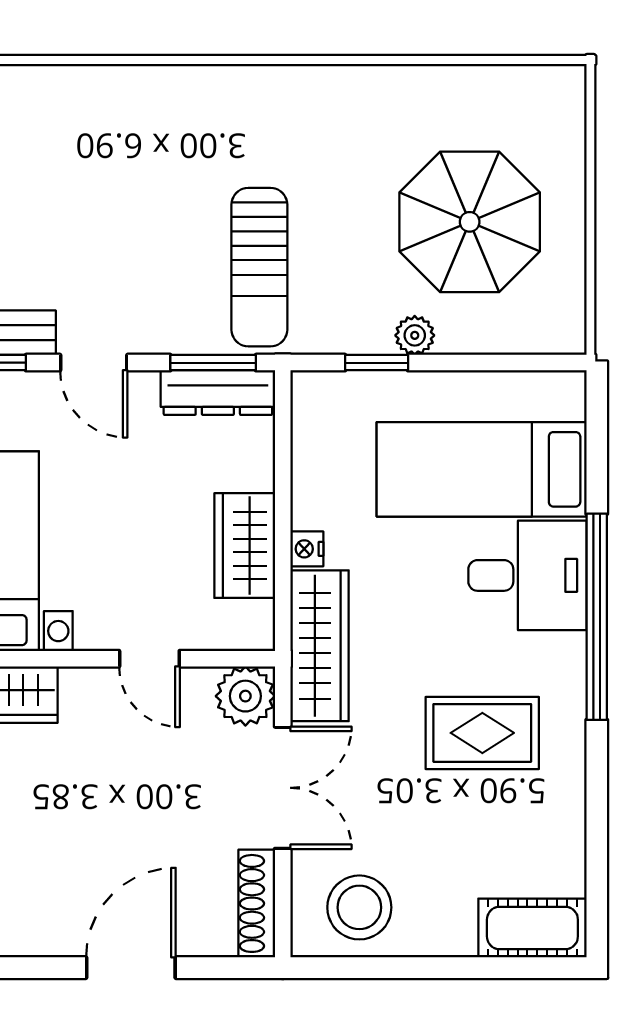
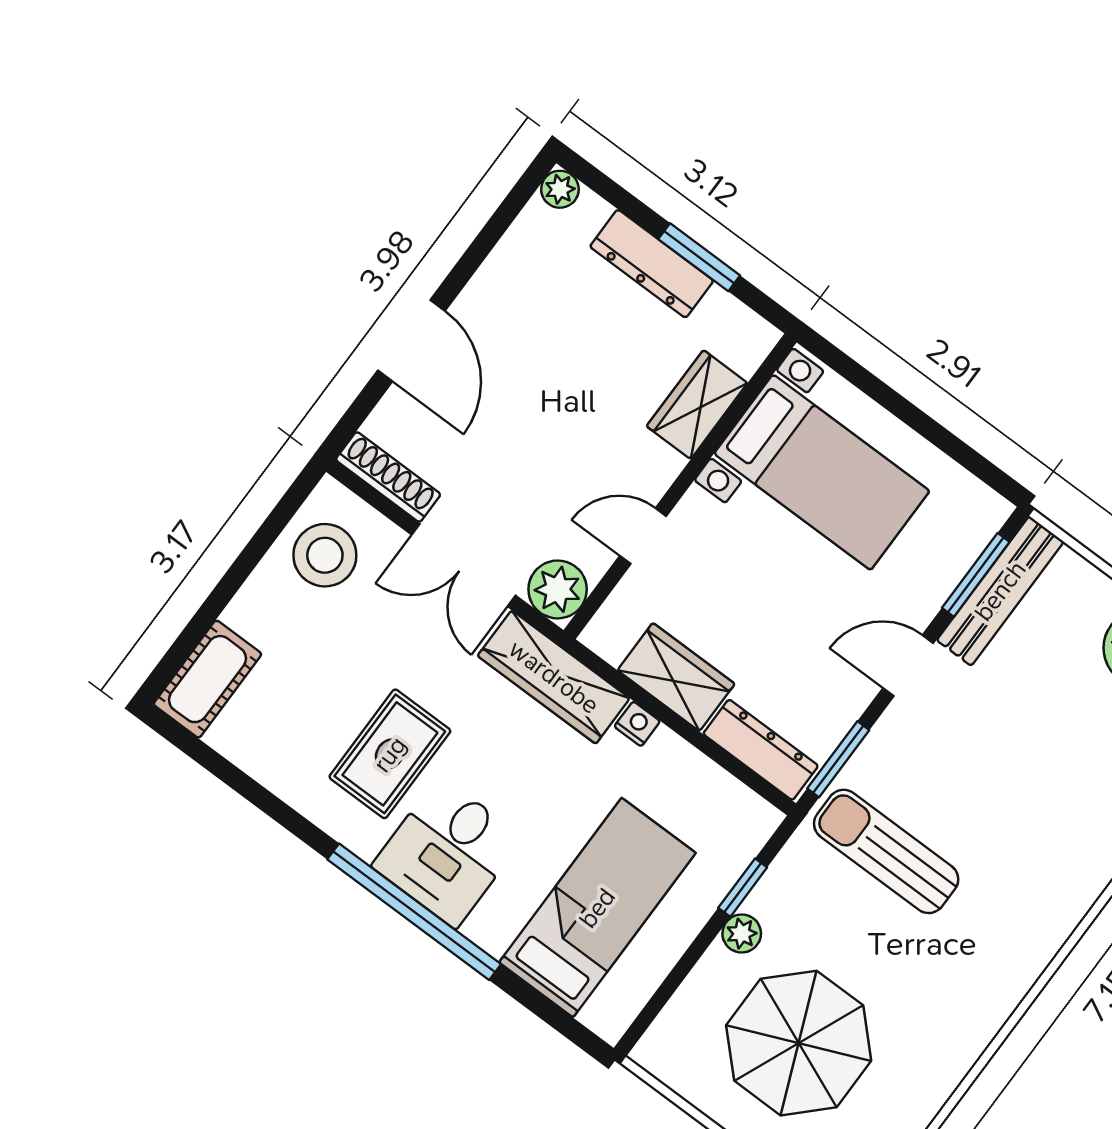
dresser: (218, 393) -> (761, 750), moved, turned 90
desk: (527, 575) -> (448, 852), moved

